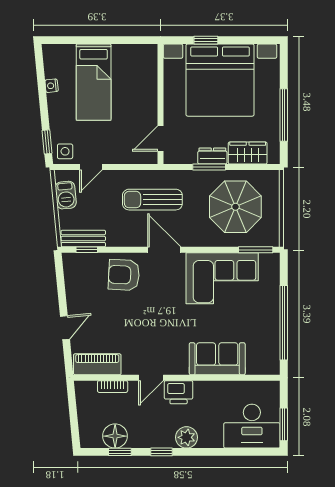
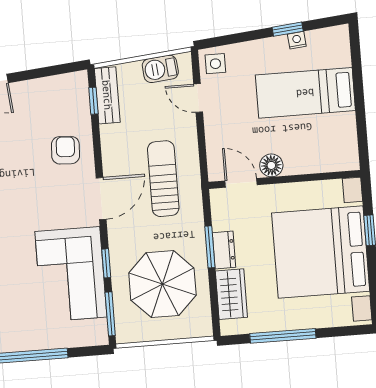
floor lamp: (149, 114) -> (271, 165), added
window: (47, 142) -> (288, 29), moved
window: (216, 250) -> (106, 263), added
armchair: (124, 275) -> (65, 150), width x0.72, depth x0.72

